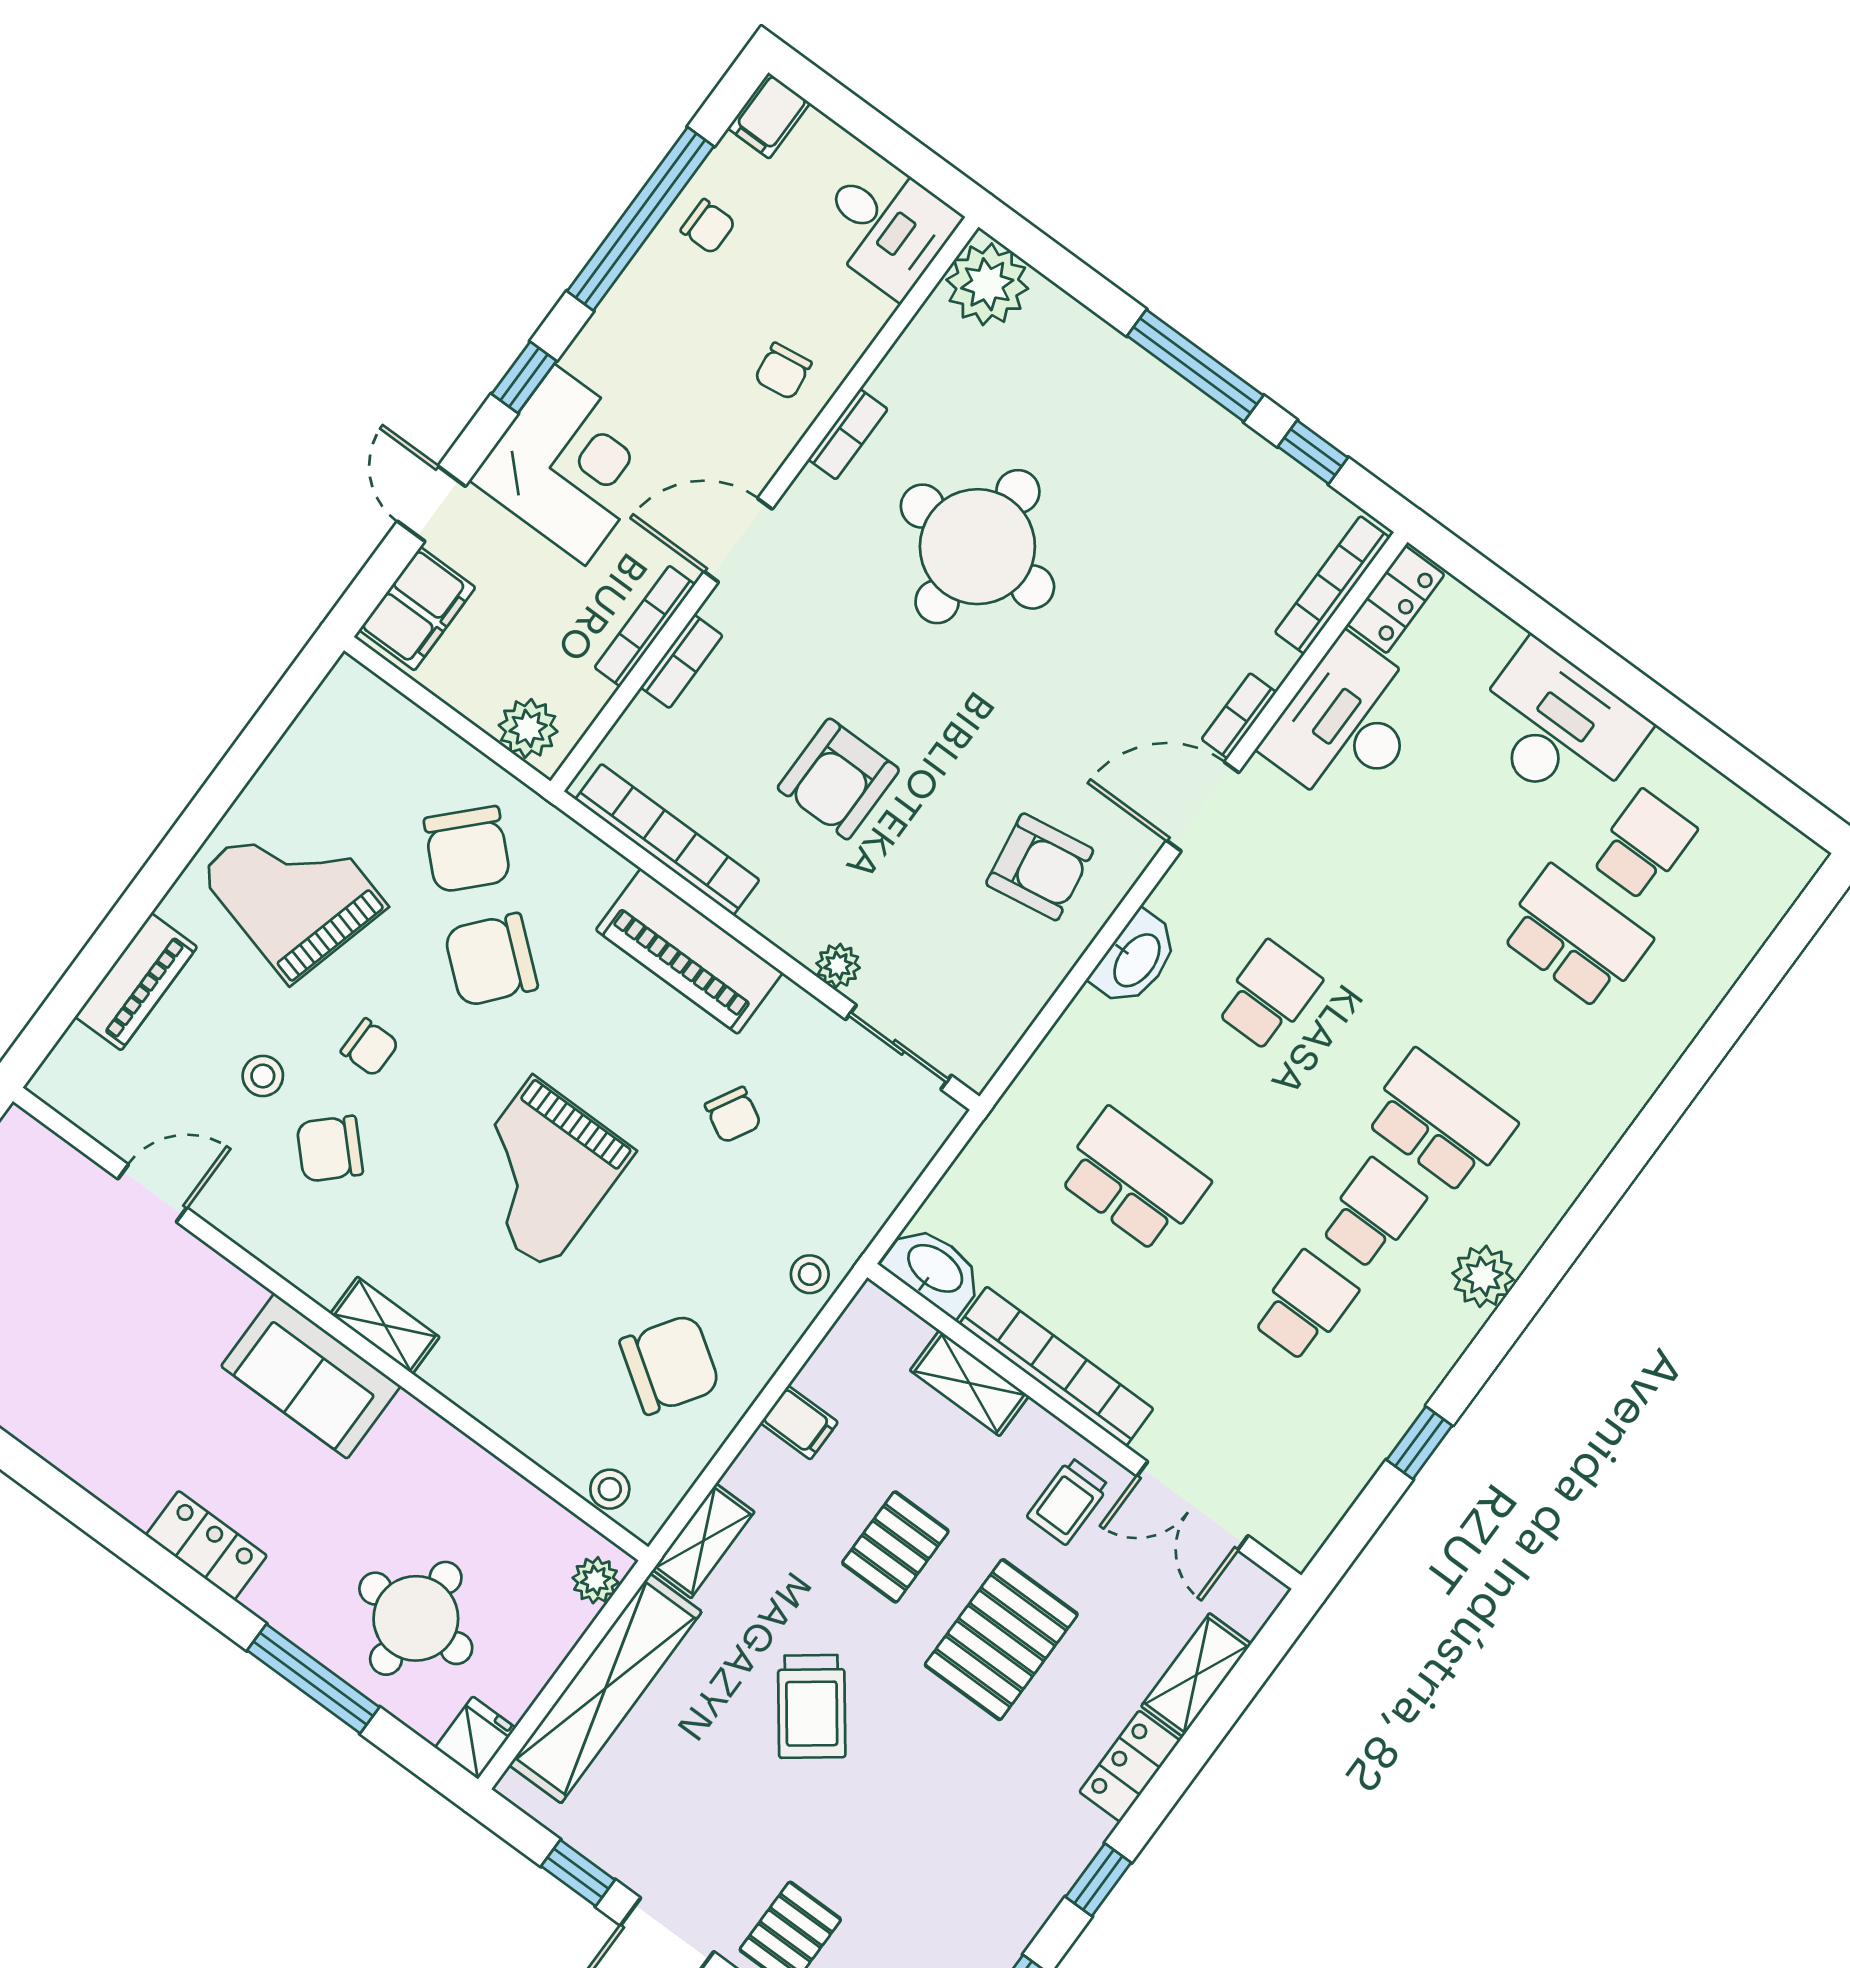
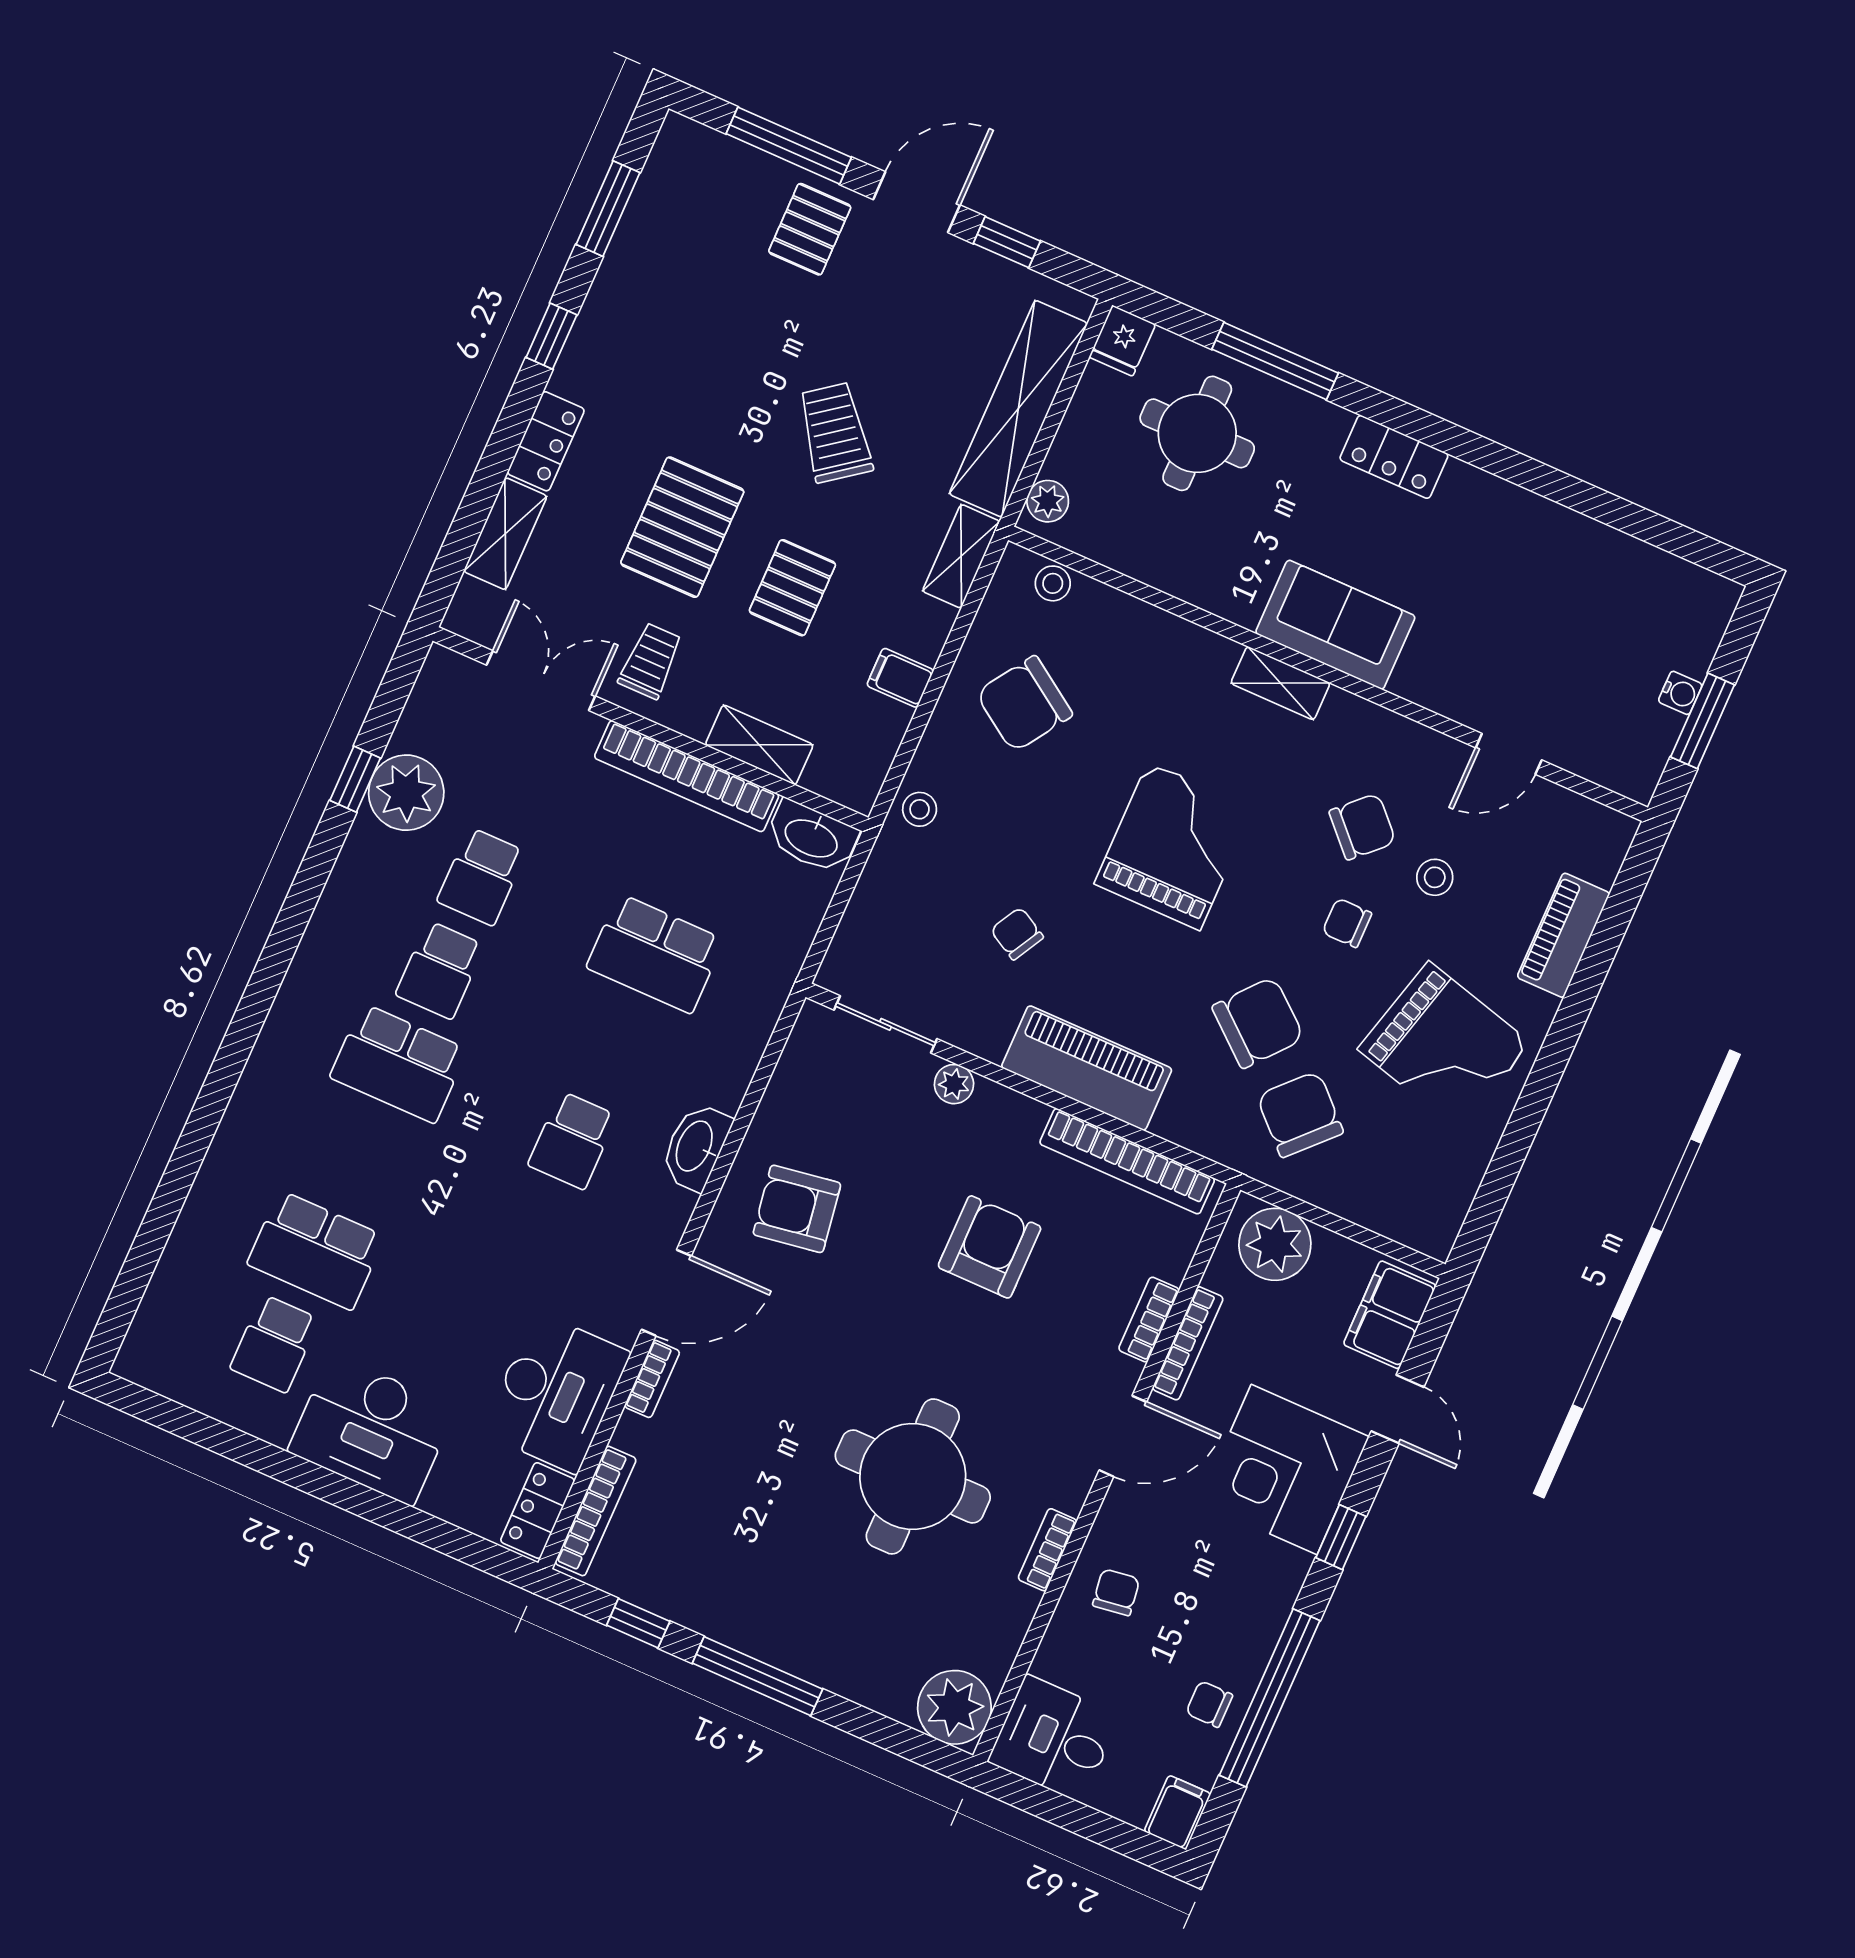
plant: (528, 728) -> (1275, 1244), width x1.36, depth x1.36
plant: (1483, 1276) -> (406, 793), moved, width x1.36, depth x1.36

